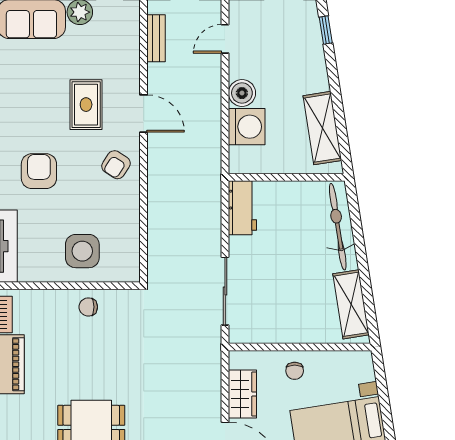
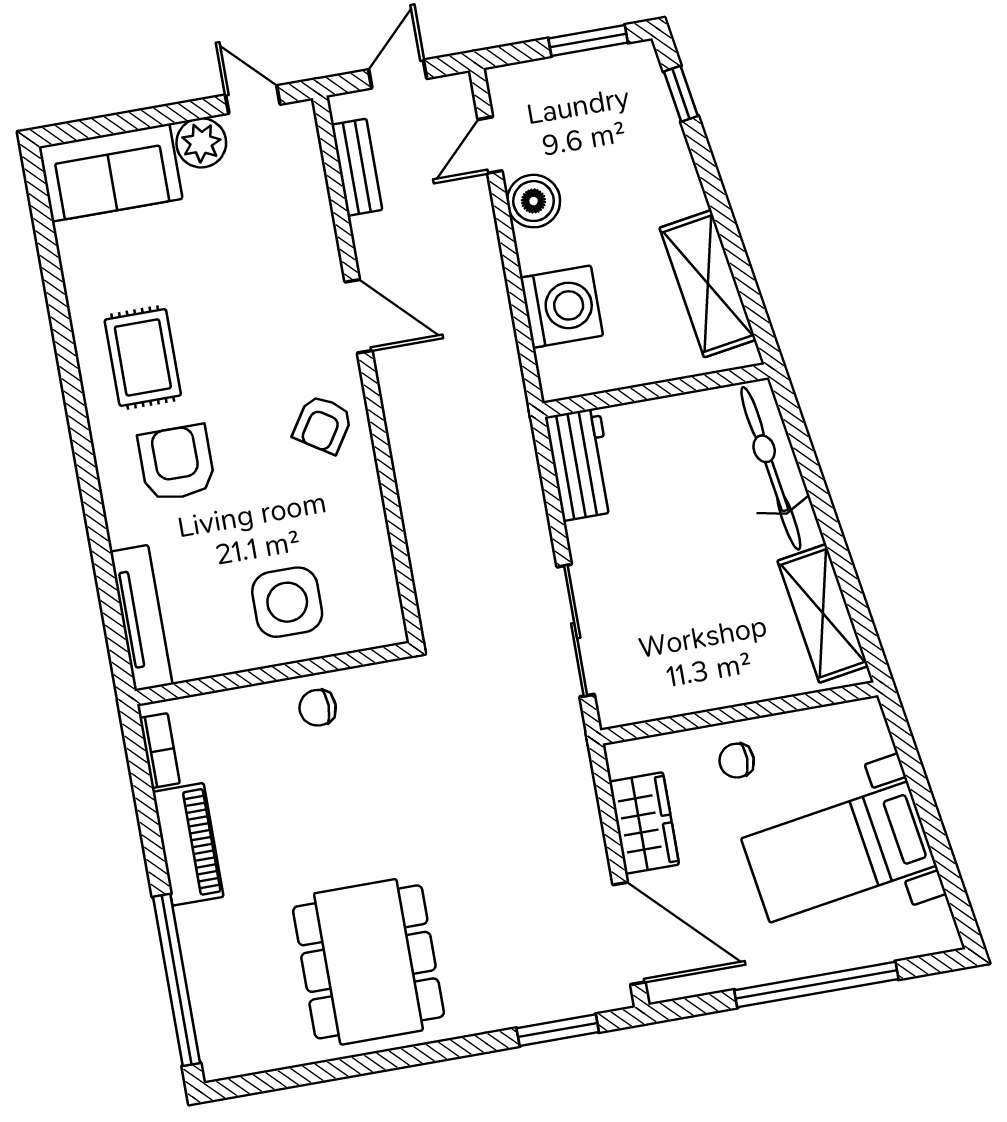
boiler: (242, 93) -> (534, 201), moved
rug: (86, 105) -> (143, 357), moved
chair: (295, 371) -> (737, 761), turned 90

